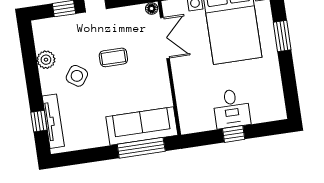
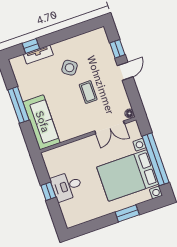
plant: (46, 60) -> (77, 43), removed
tv unit: (53, 121) -> (38, 55), width x0.71
window: (141, 148) -> (18, 105), moved

